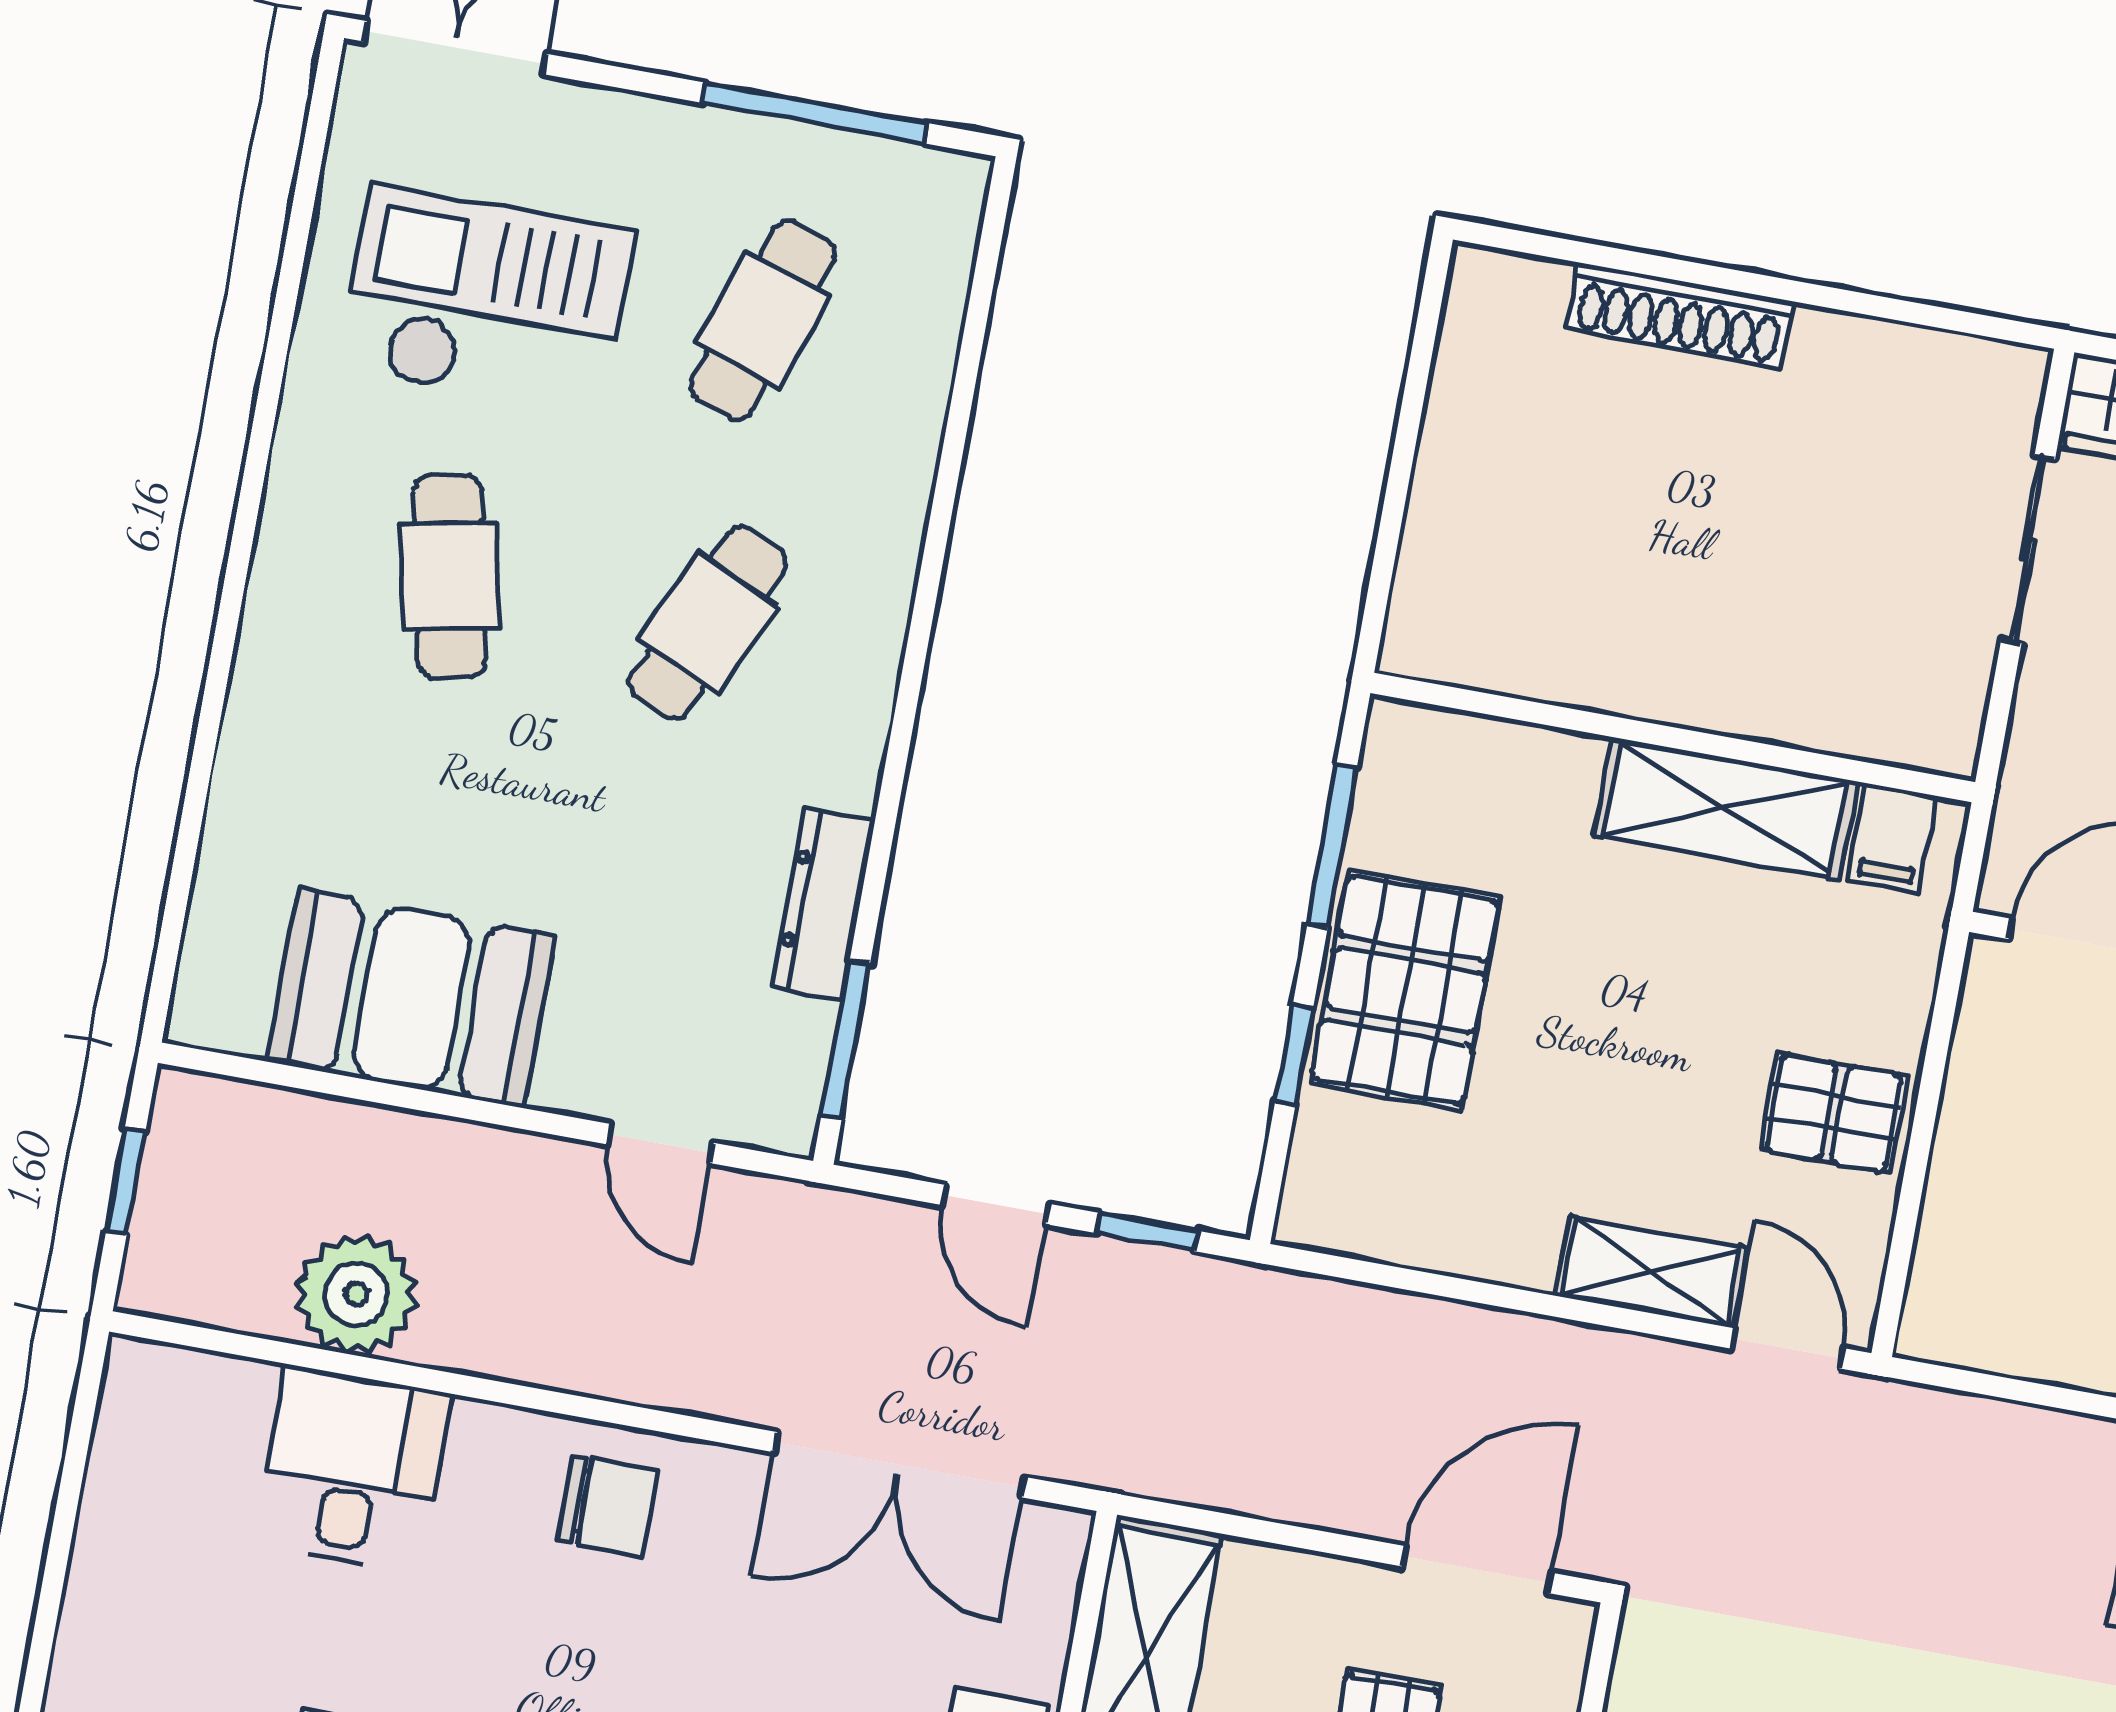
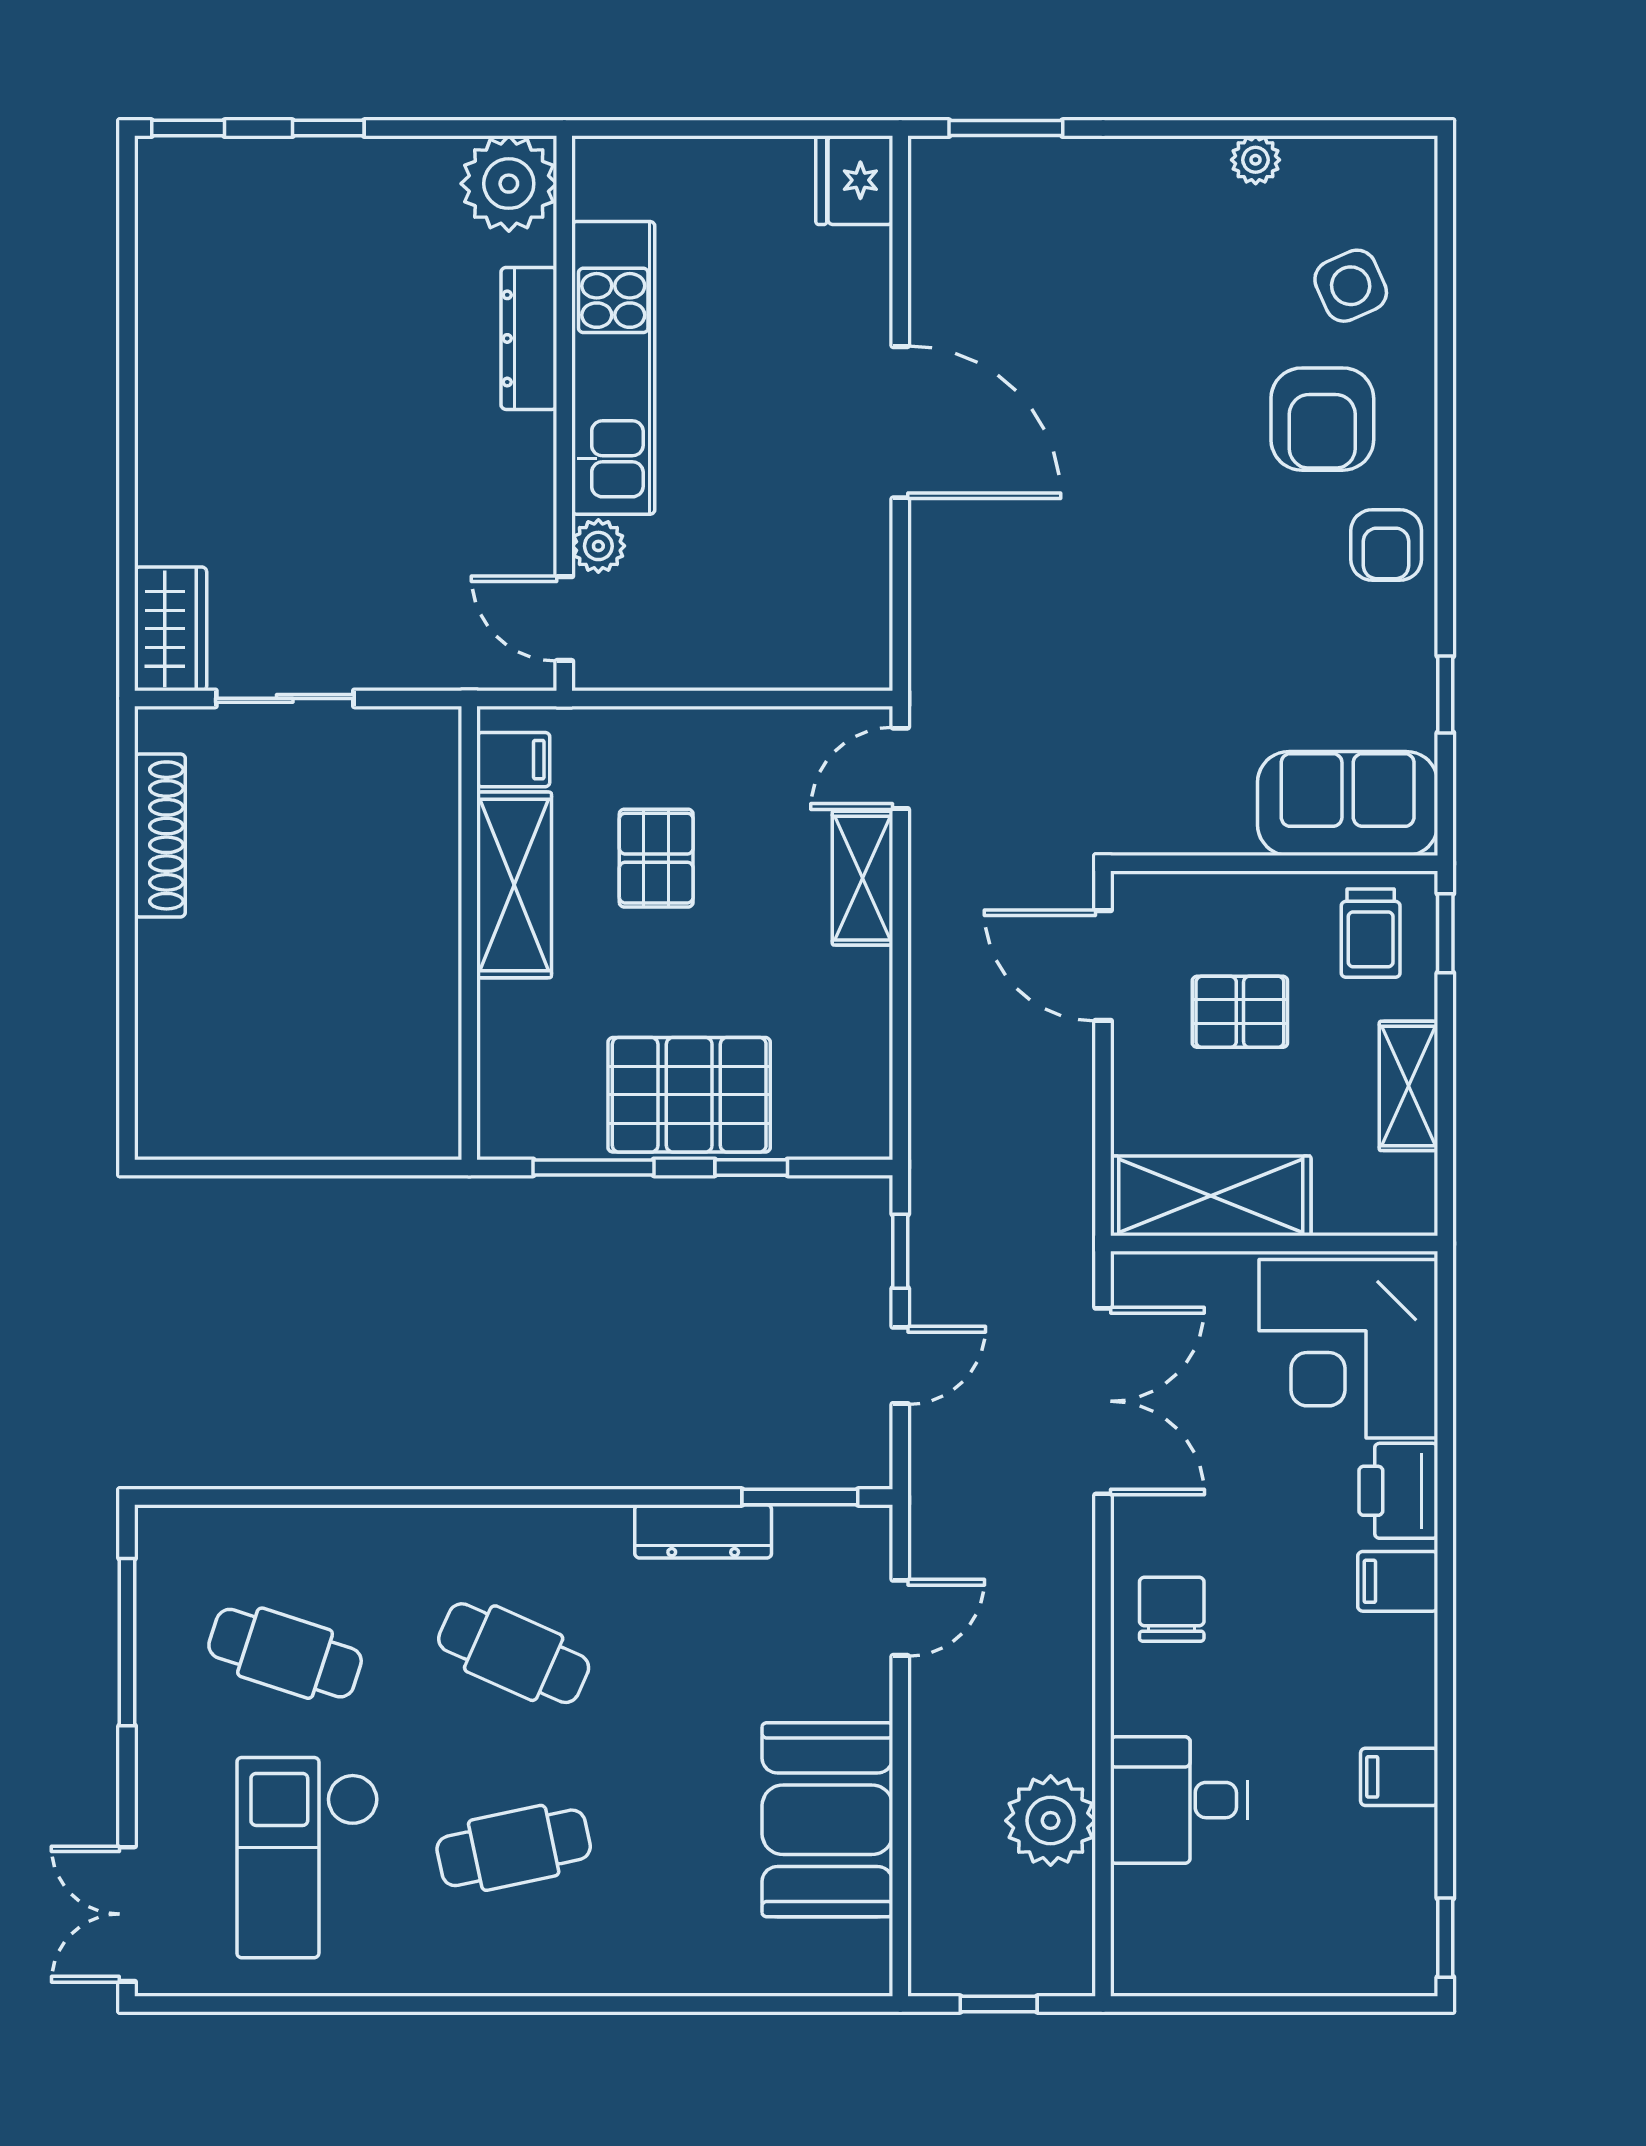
shoe rack: (1680, 315) -> (160, 835), moved
pallet: (1834, 1113) -> (656, 858), moved

